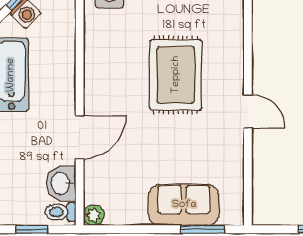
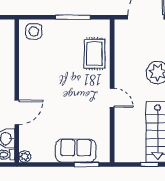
rug: (176, 75) -> (94, 54), moved, width x0.73, depth x0.70

